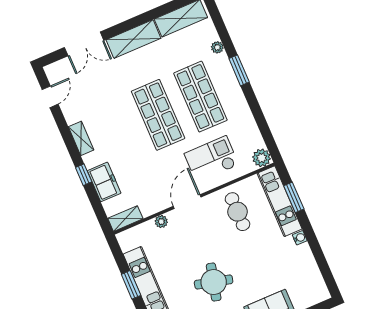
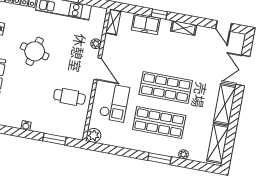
kitchen unit: (280, 201) -> (58, 128), removed

